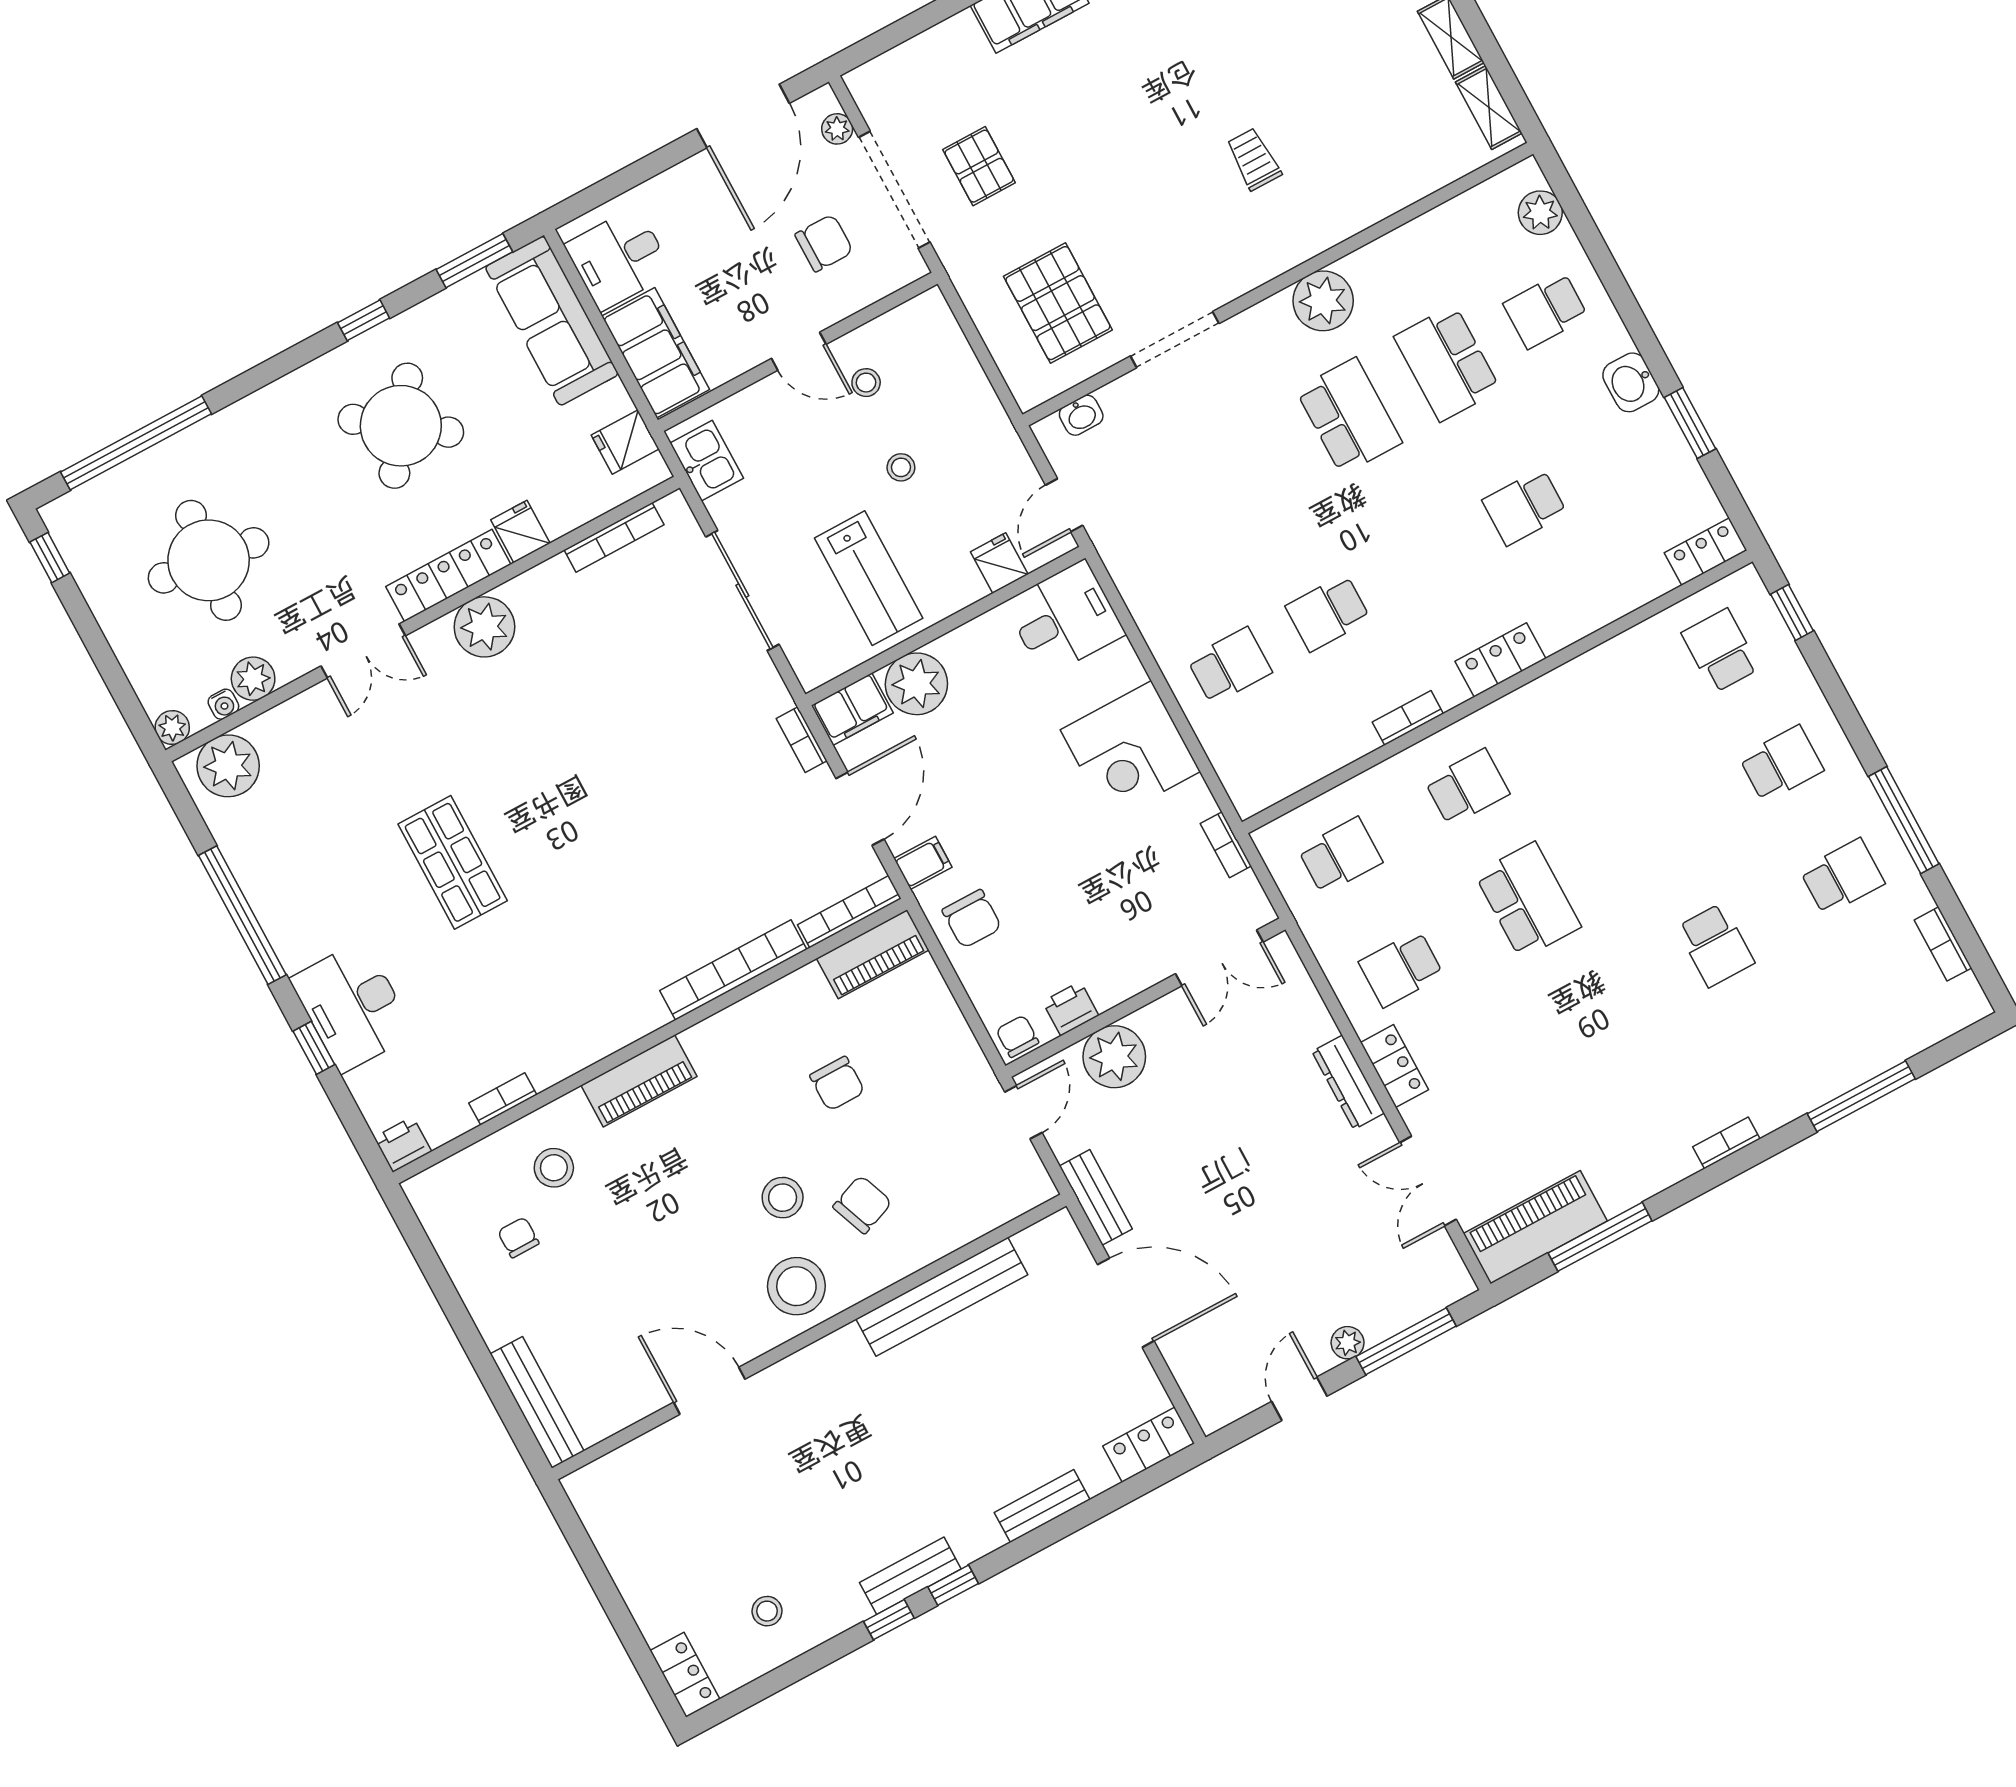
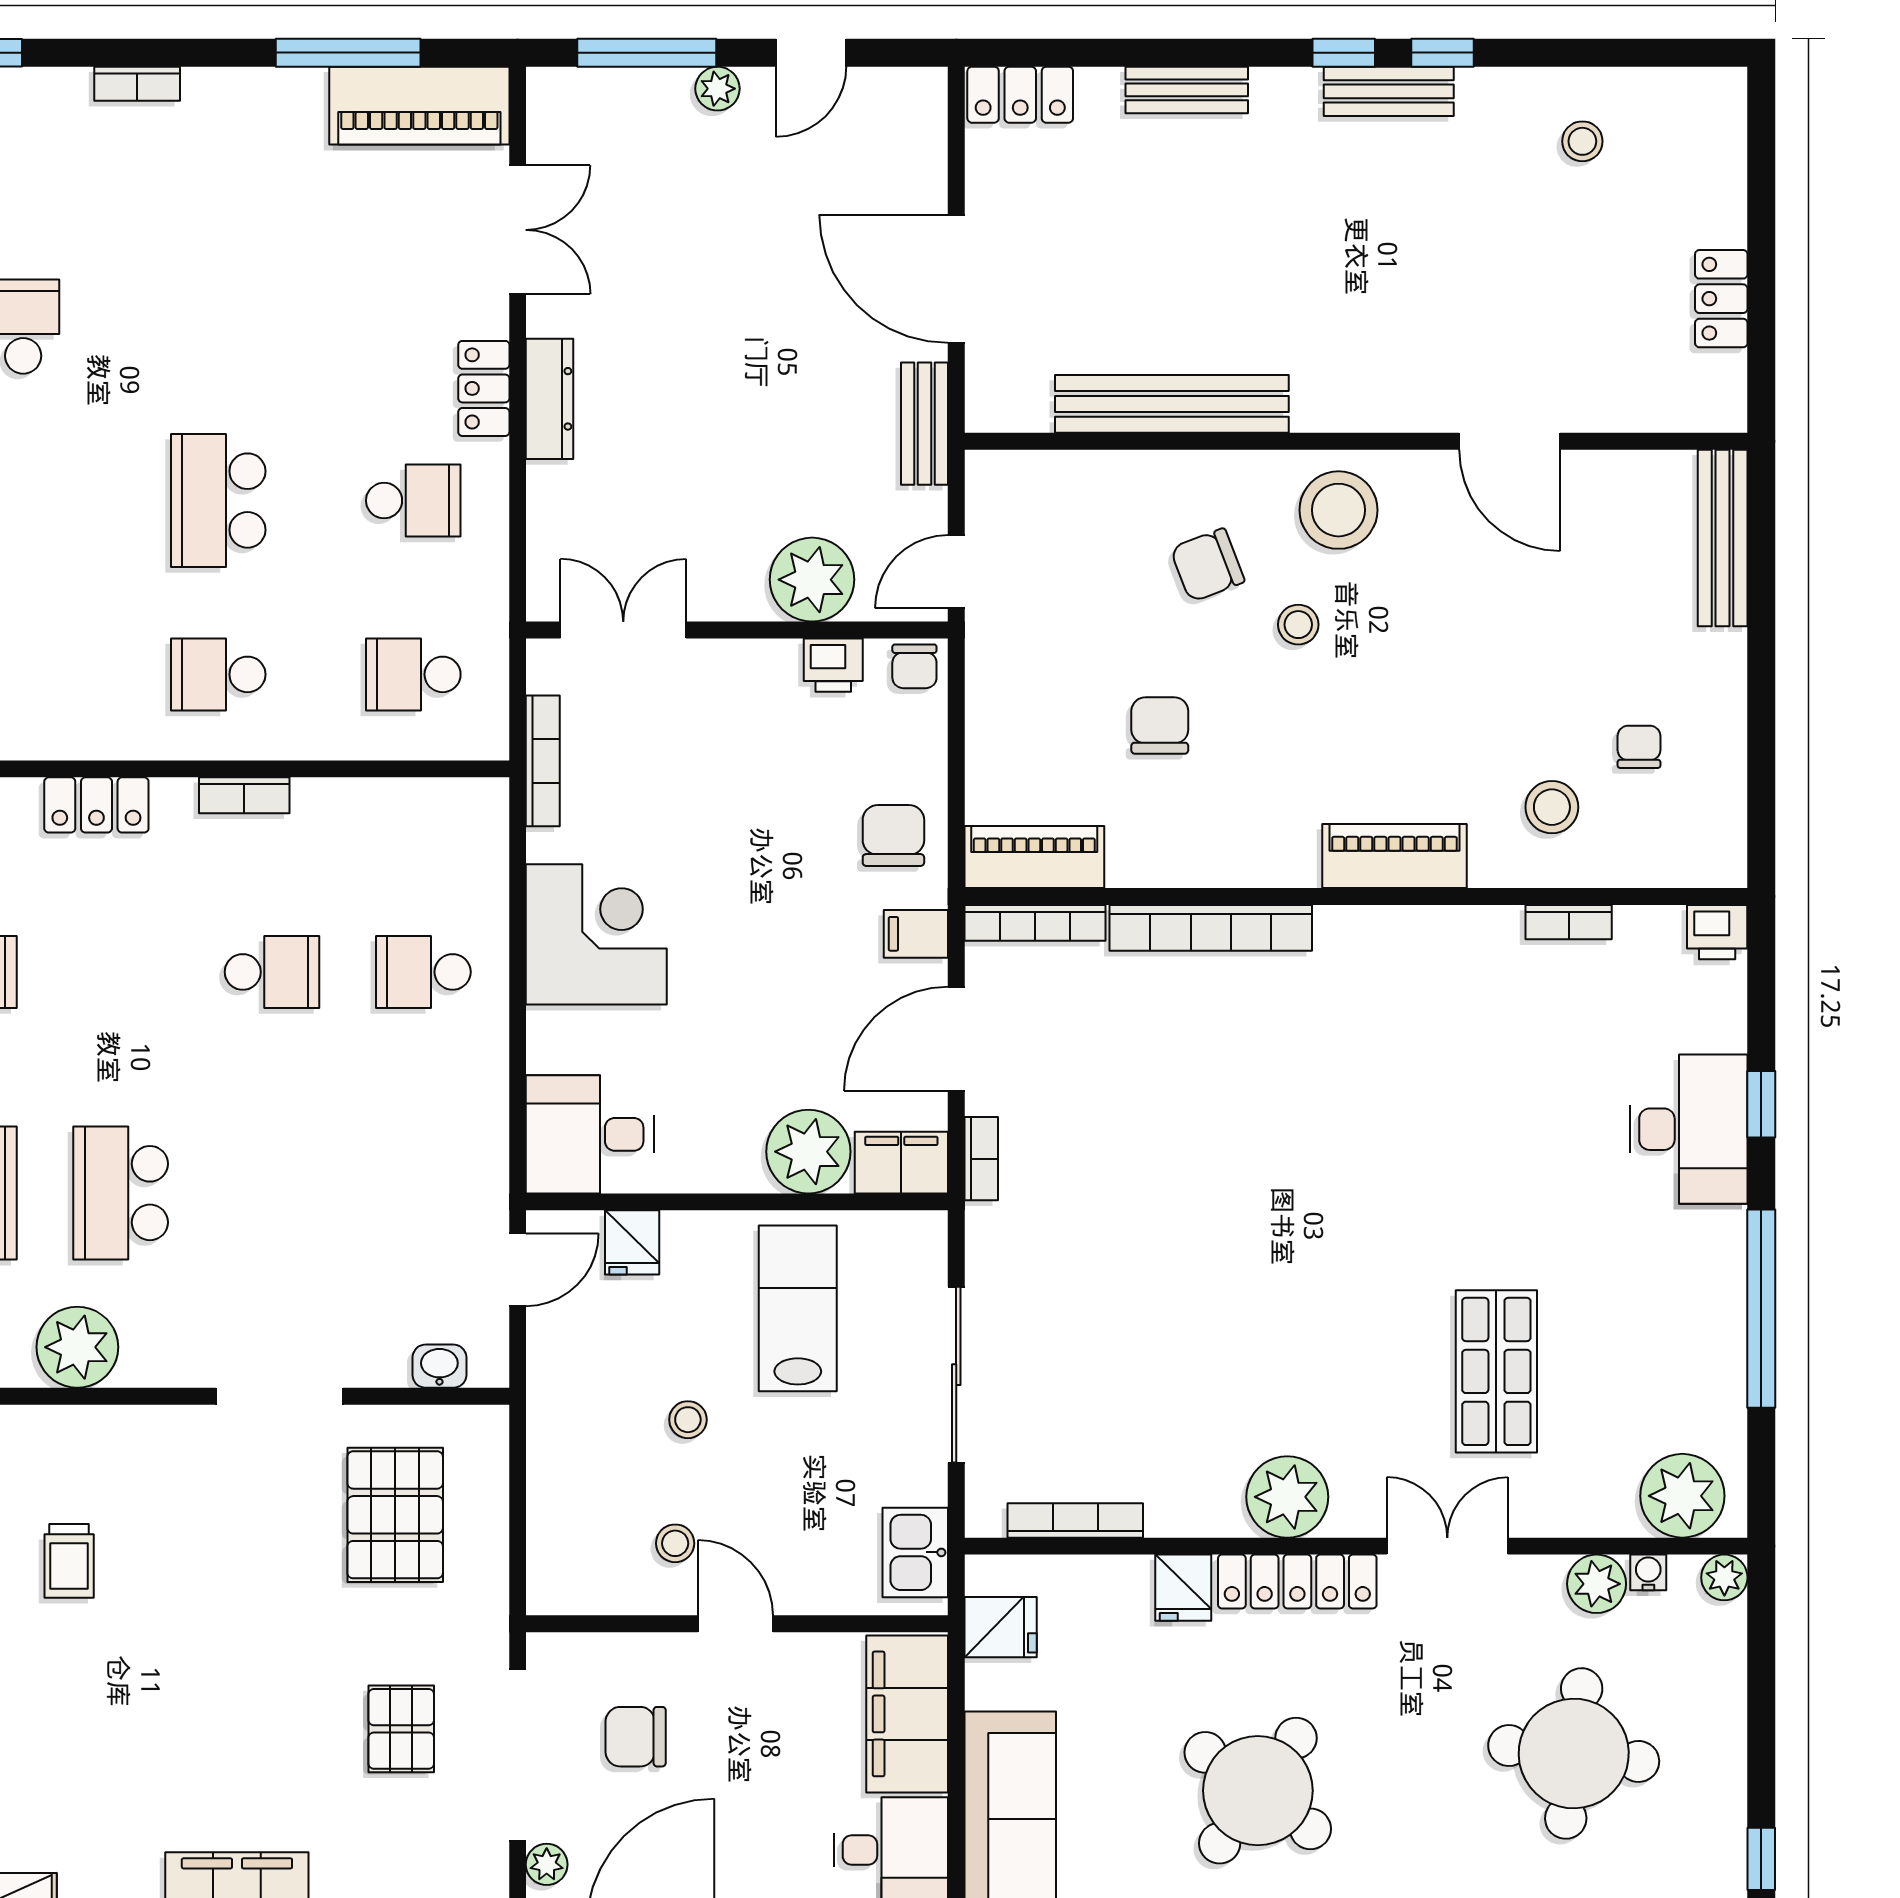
bookcase: (1226, 845) -> (543, 761), width x1.56
shop shelf: (453, 862) -> (1496, 1371), moved
stool: (783, 1198) -> (1298, 625), width x0.73, depth x0.73
chair: (518, 1237) -> (1639, 747), turned 180
locker: (685, 1675) -> (1721, 299), moved

